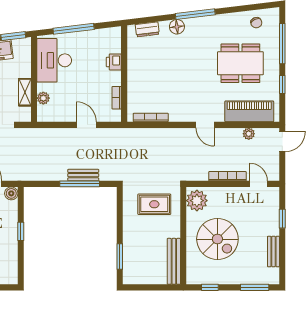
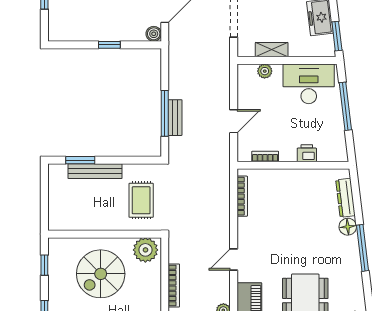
dresser: (147, 29) -> (345, 198), width x1.44
bench: (174, 261) -> (95, 171), moved

